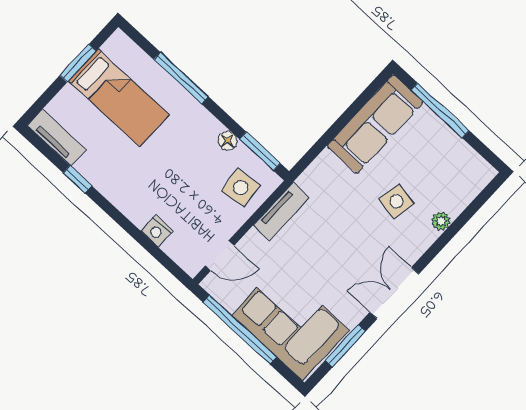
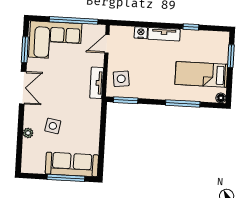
window: (78, 63) -> (231, 56), moved
sofa: (375, 124) -> (72, 164), moved, turned 90
tv unit: (57, 138) -> (164, 34), moved
floor lamp: (228, 141) -> (221, 98), moved

